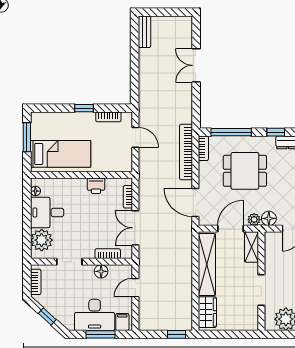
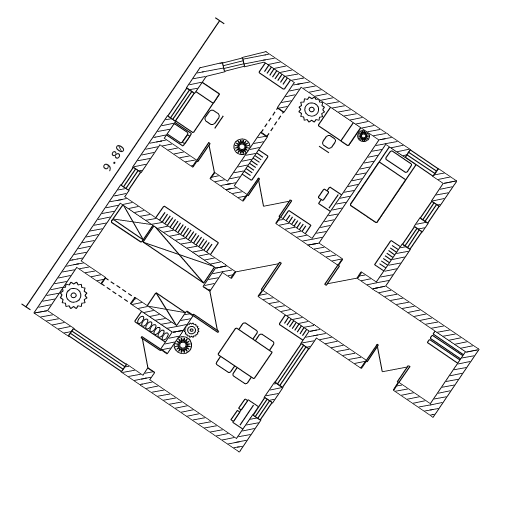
window: (58, 108) -> (430, 212), added
bookcase: (186, 152) -> (187, 230), moved
shoe rack: (270, 248) -> (154, 327), added

